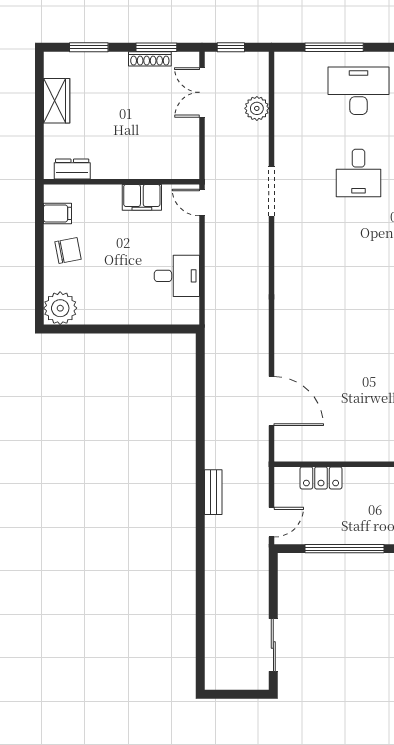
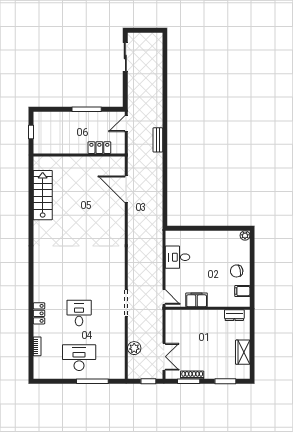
desk: (358, 91) -> (79, 358), turned 180
plant: (60, 308) -> (245, 235), width x0.53, depth x0.53
window: (344, 549) -> (87, 109), width x0.68

